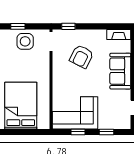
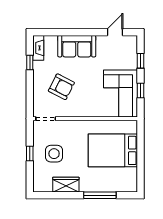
window: (68, 26) -> (30, 63), moved
side table: (25, 41) -> (54, 154), moved

